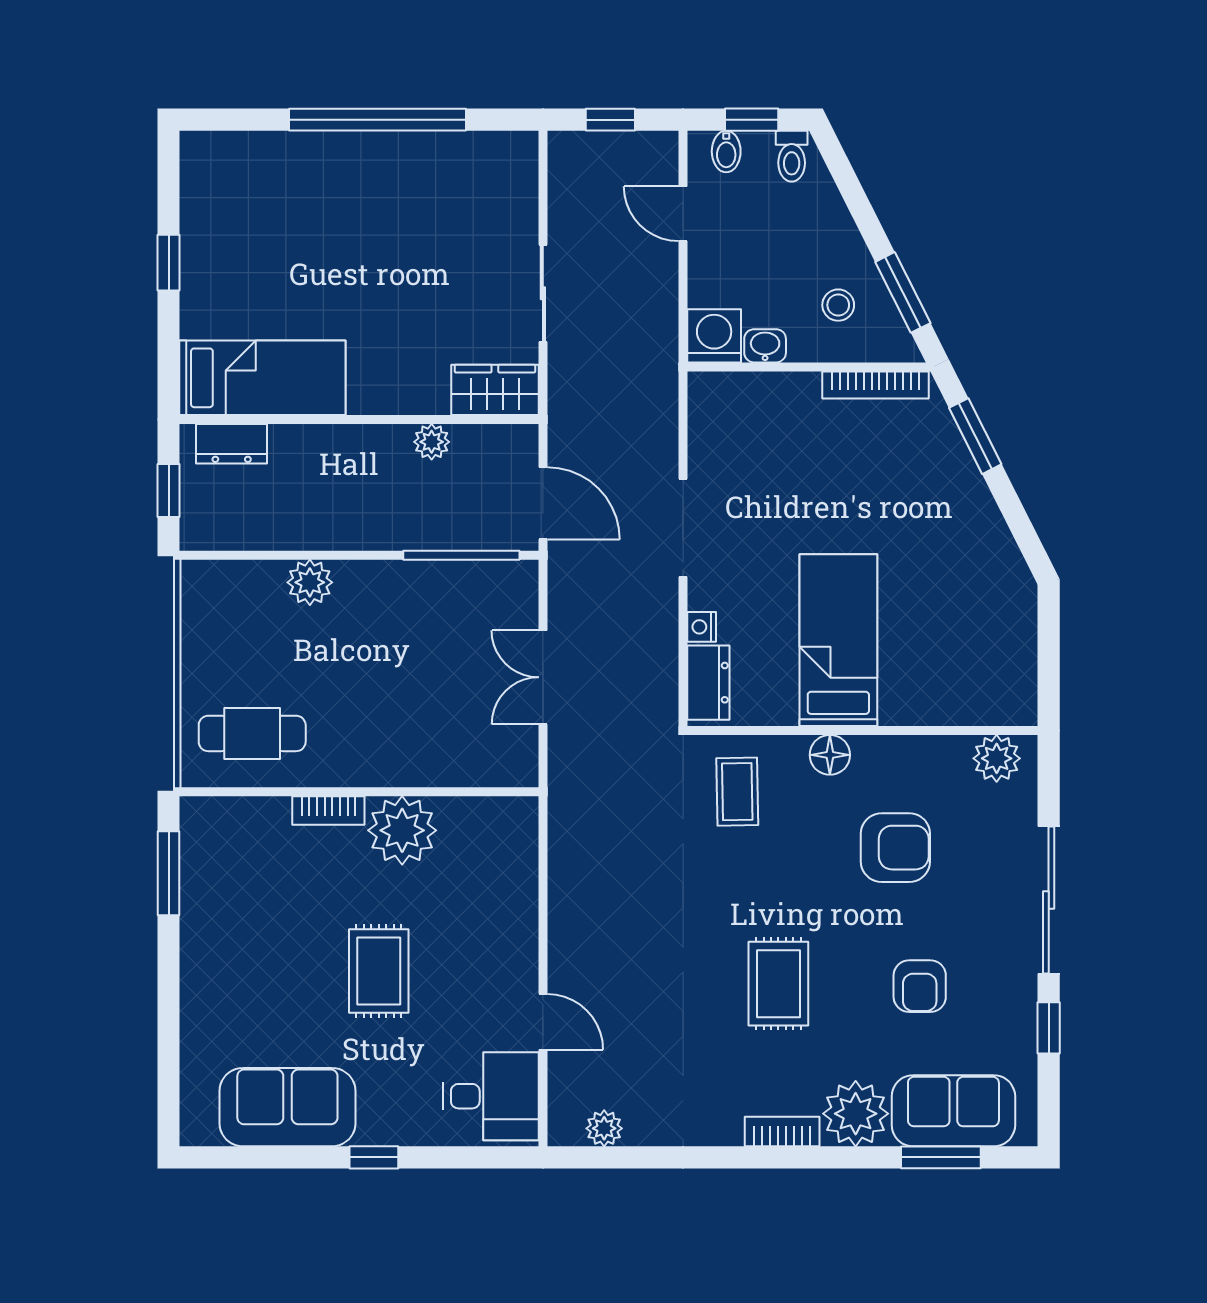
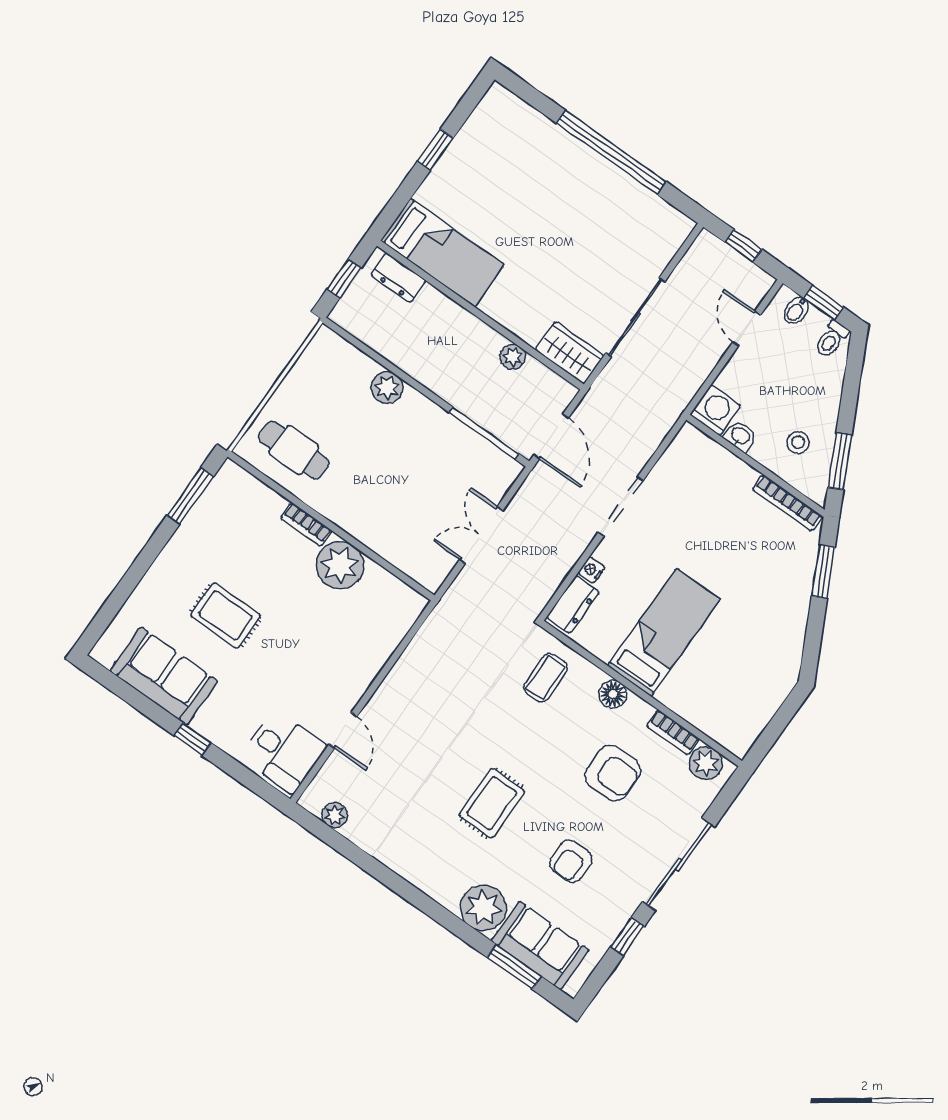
sliding door: (543, 293) -> (635, 317), width x1.37
rug: (379, 971) -> (226, 615), moved, turned 90
bookcase: (782, 1132) -> (673, 732), moved, turned 180

